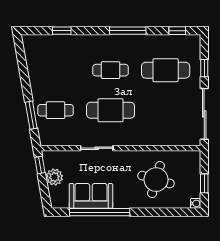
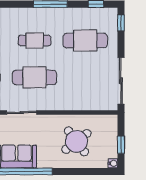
window: (204, 68) -> (121, 23), moved
round table: (156, 180) -> (76, 141), turned 37

